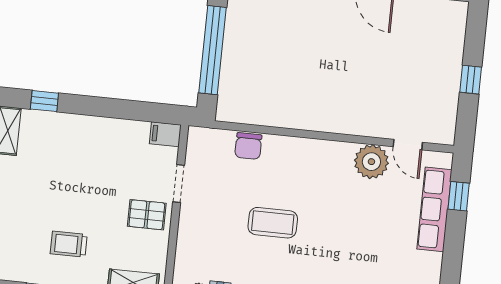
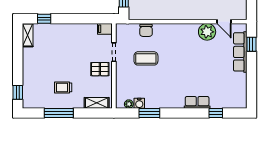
coffee table: (273, 223) -> (146, 58), moved

